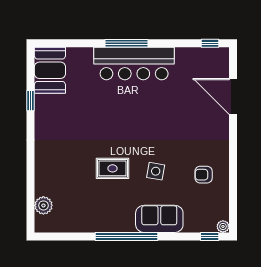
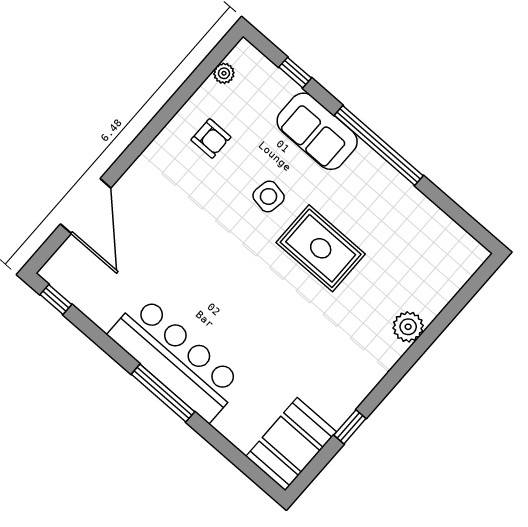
rug: (113, 168) -> (321, 248), width x1.36, depth x1.43
plant: (43, 205) -> (408, 327), moved
plant: (223, 226) -> (224, 73), moved
window: (210, 236) -> (295, 73), moved

